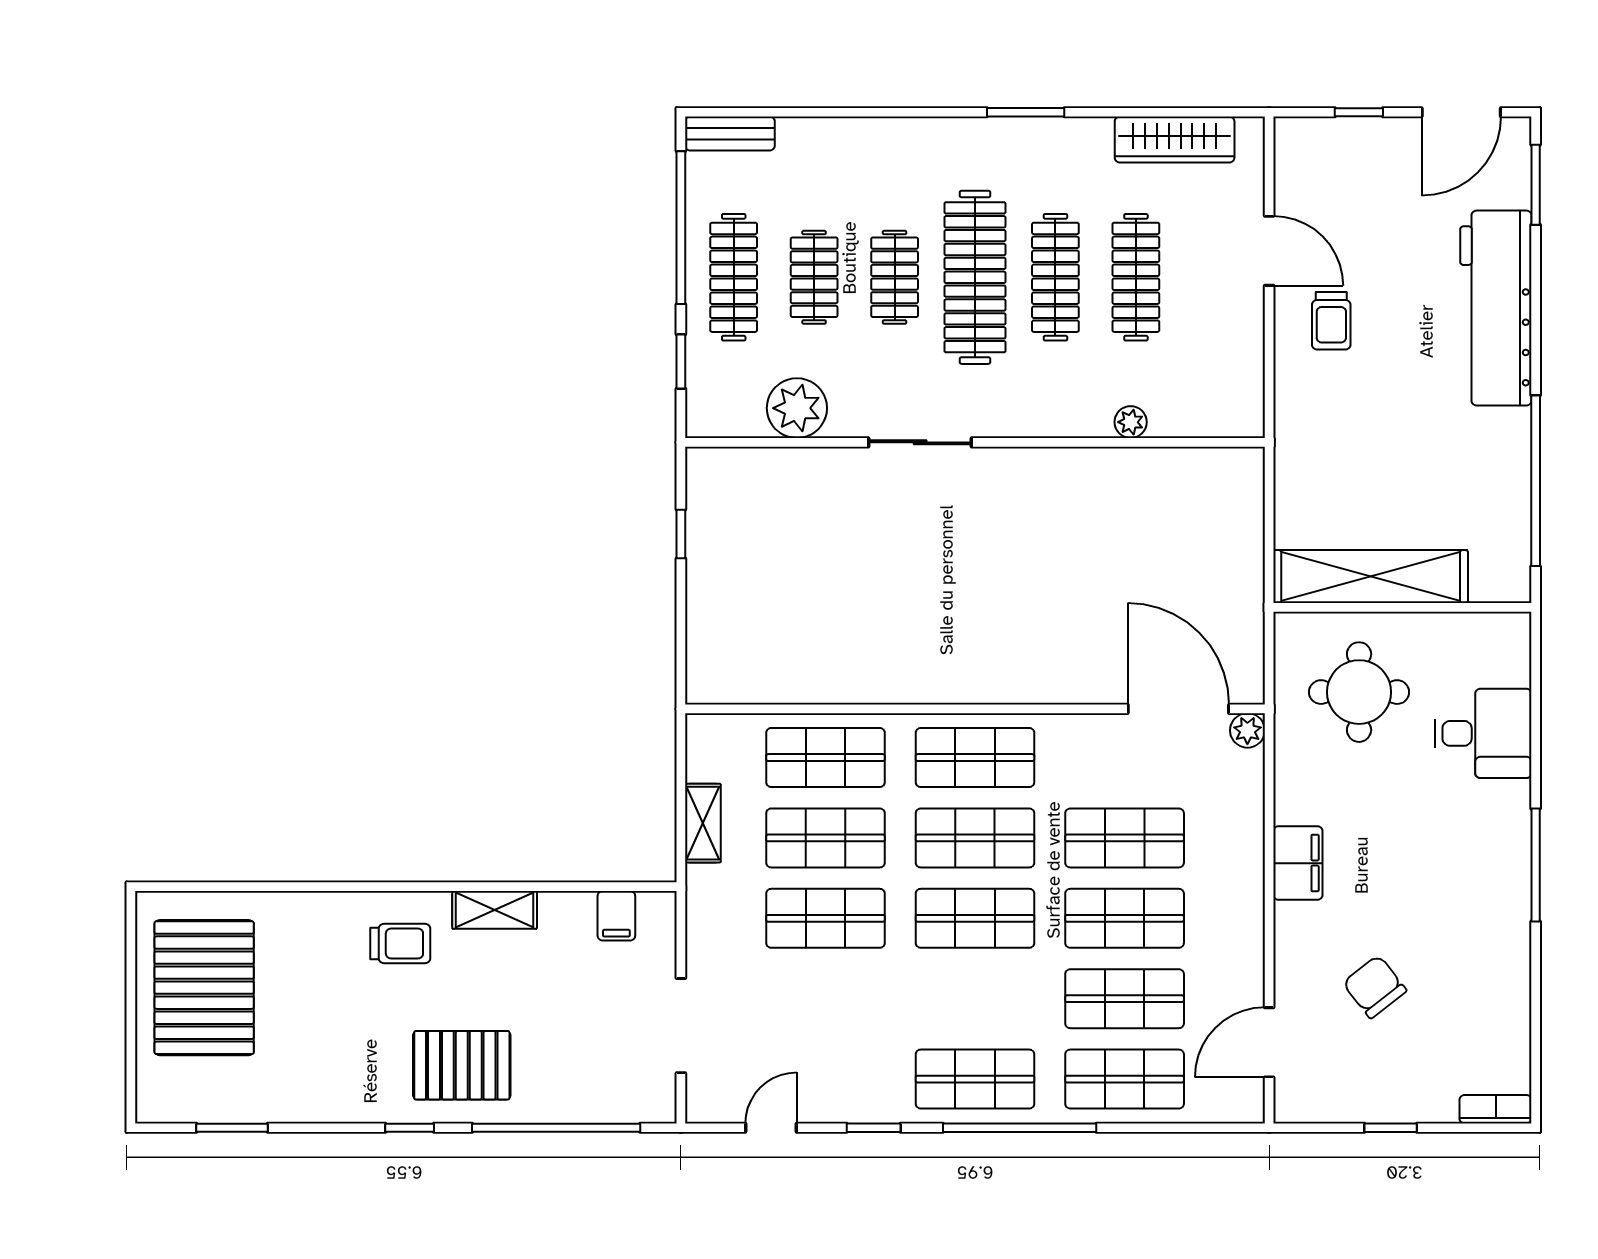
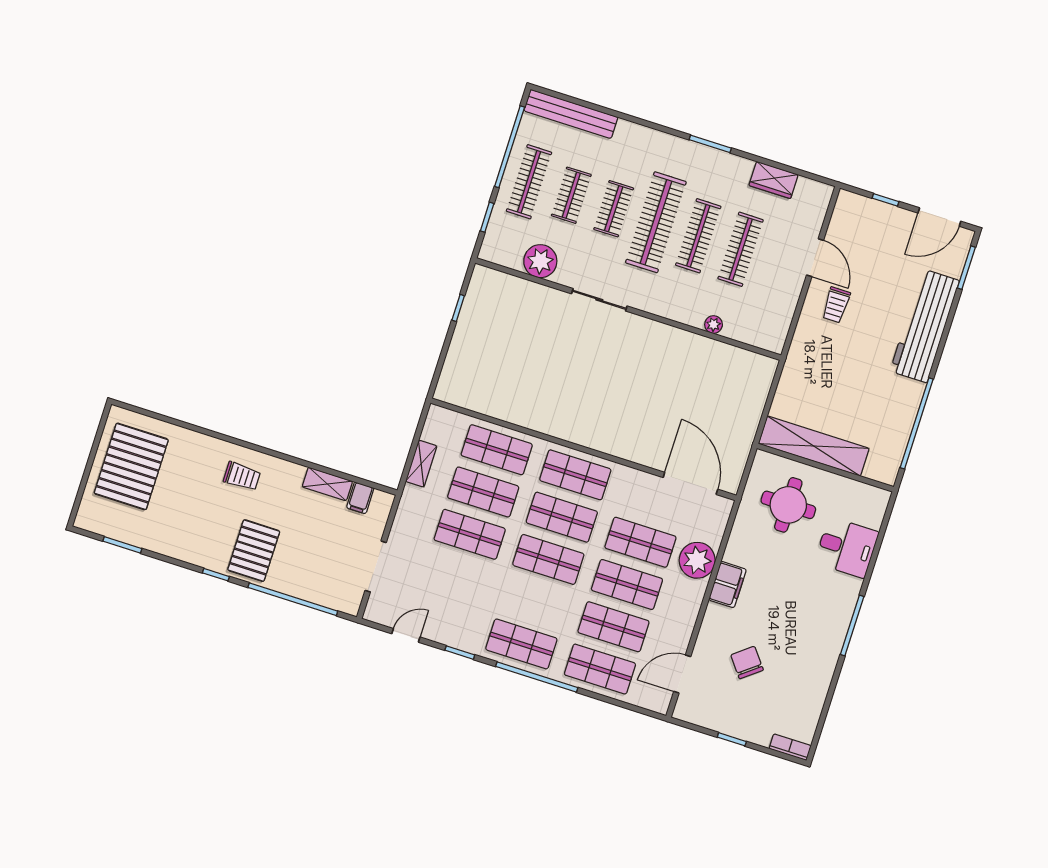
bench: (730, 134) -> (571, 114), width x1.86, depth x1.21
wardrobe: (1175, 140) -> (774, 180), width x0.67
plant: (1247, 730) -> (697, 560), moved, width x1.87, depth x1.87
shelving: (495, 910) -> (327, 484), moved
pallet: (462, 1065) -> (254, 551), turned 90

